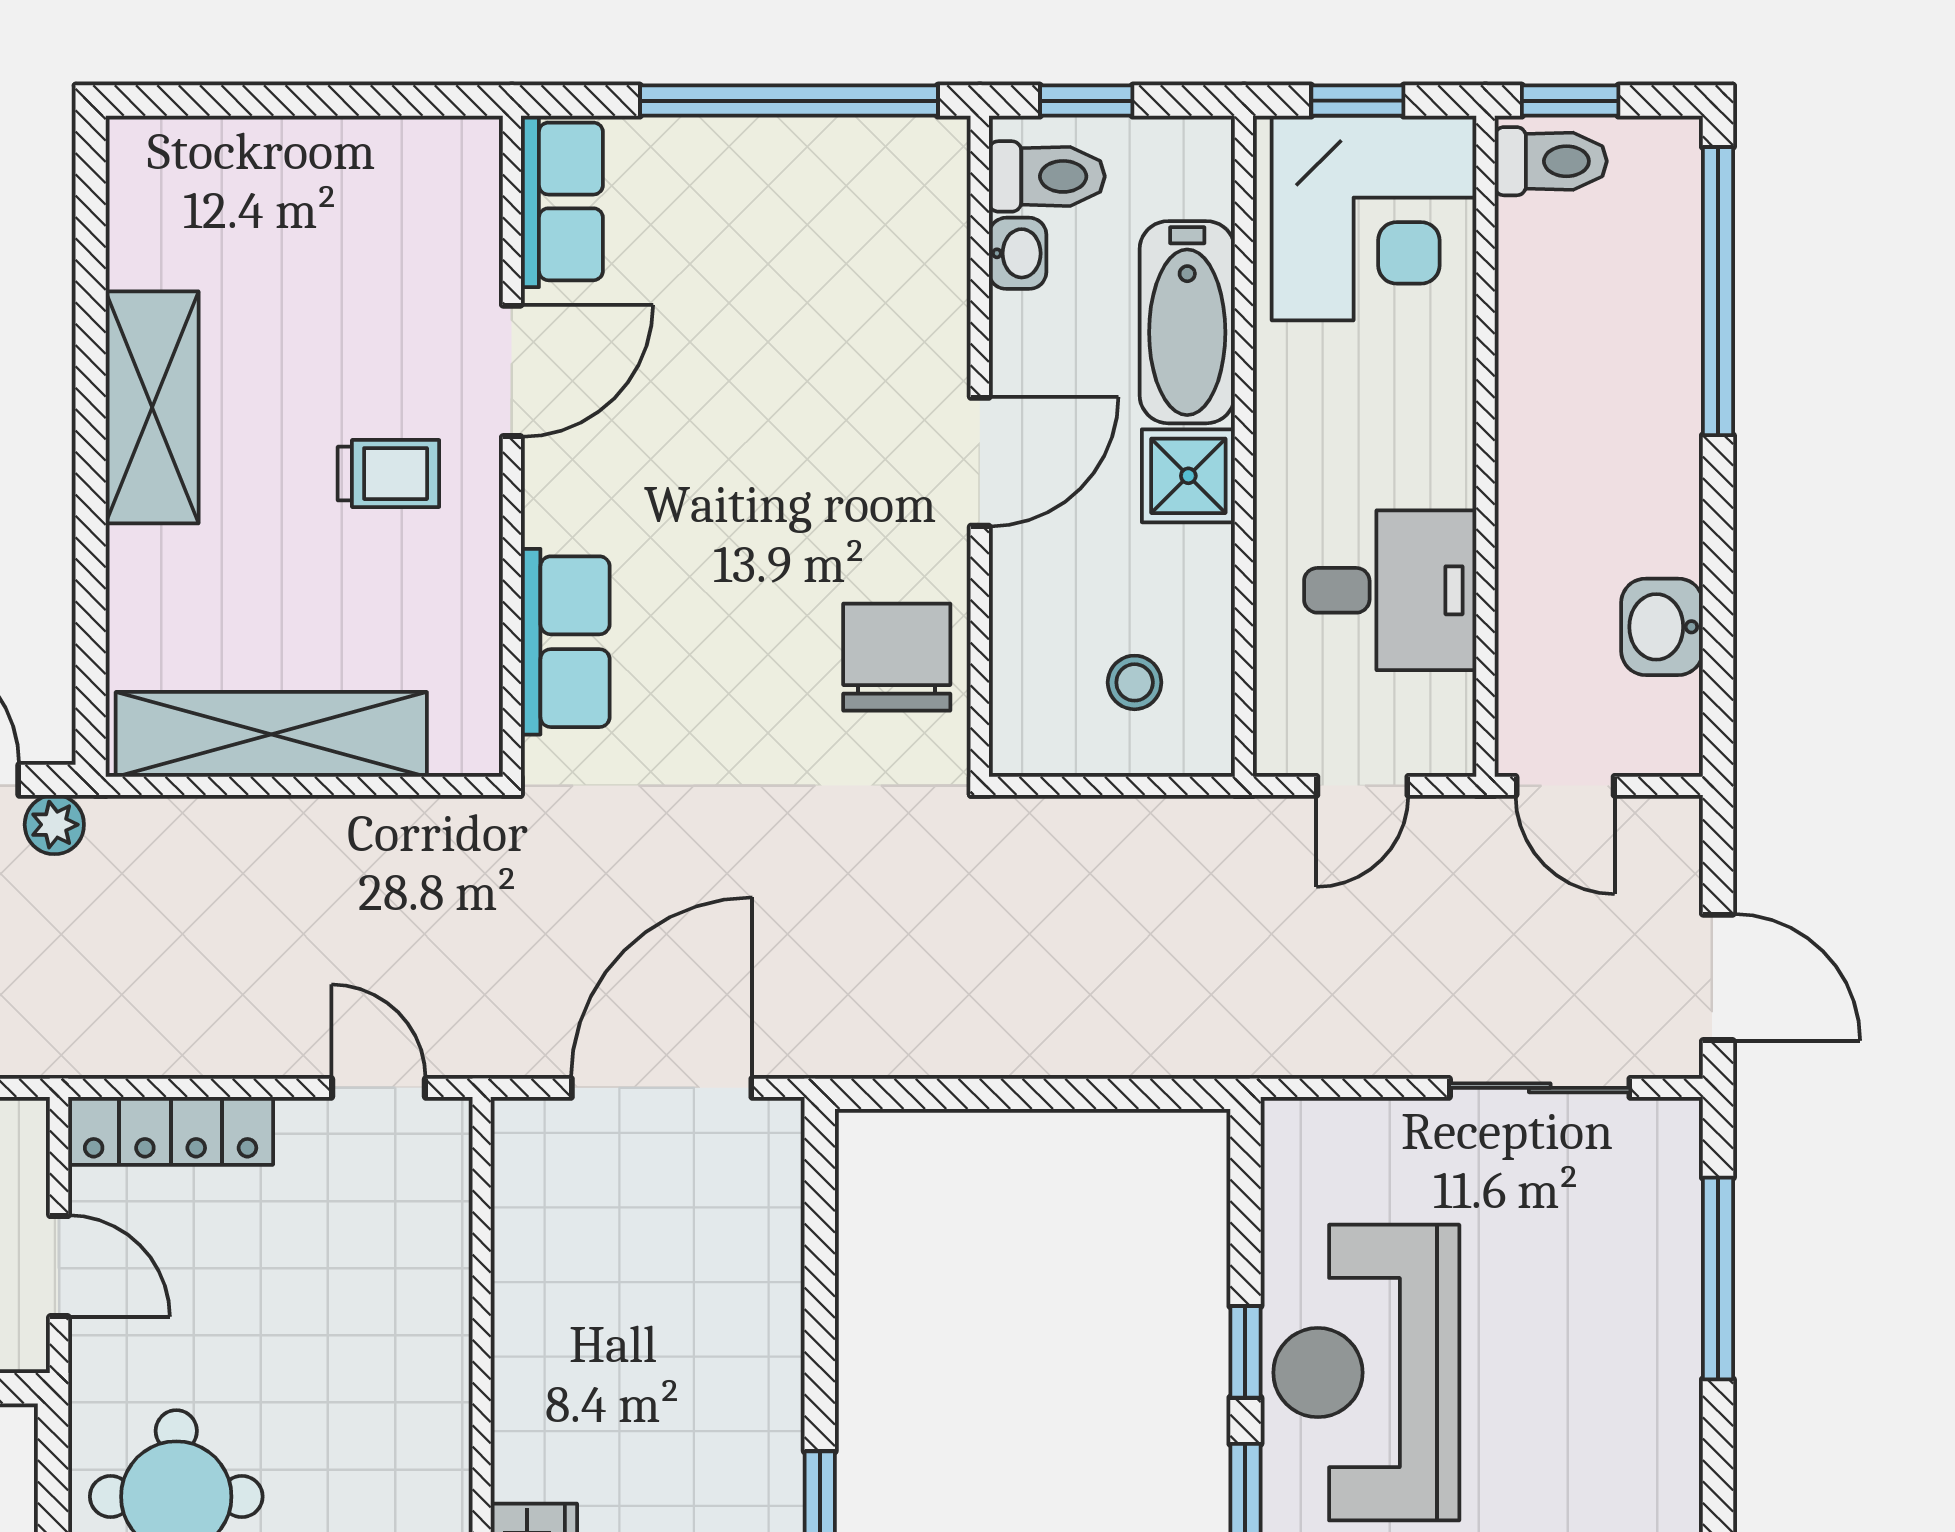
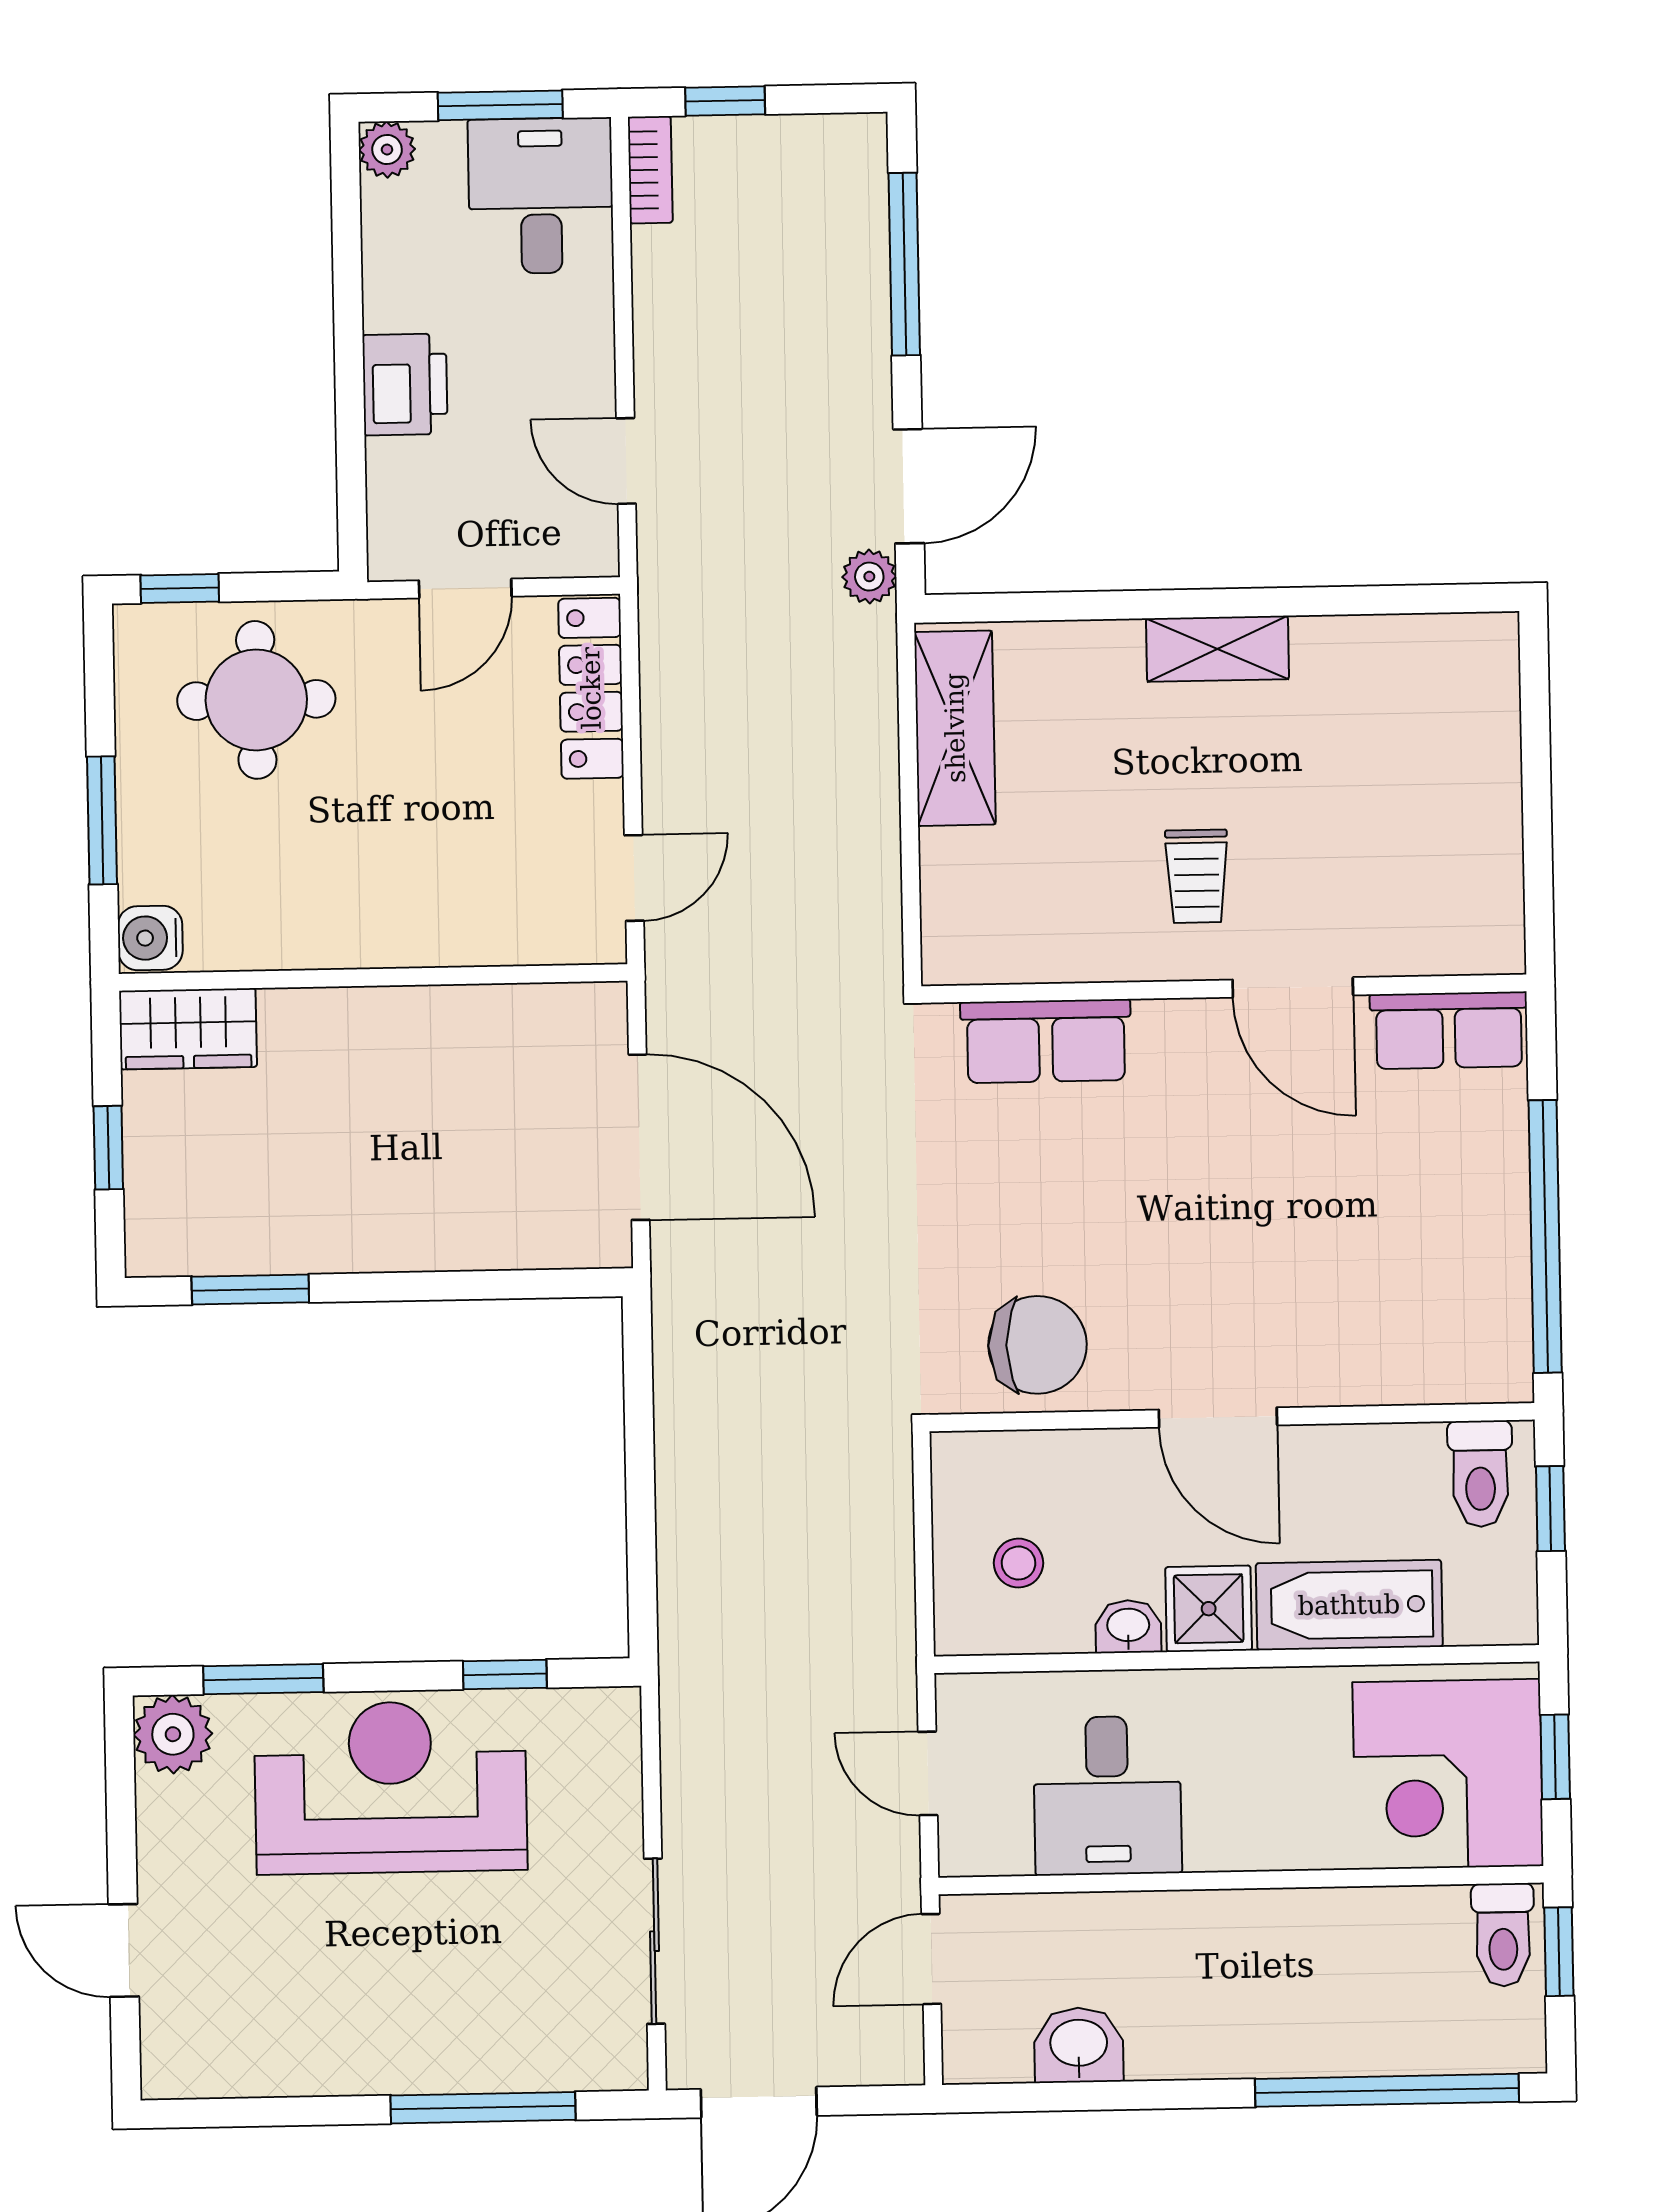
washbasin: (1018, 253) -> (1128, 1626), moved, turned 180
shelving: (152, 407) -> (1217, 649), width x0.67, depth x0.75
shelving: (271, 734) -> (955, 728), width x0.68
window: (1245, 1352) -> (505, 1674), moved

